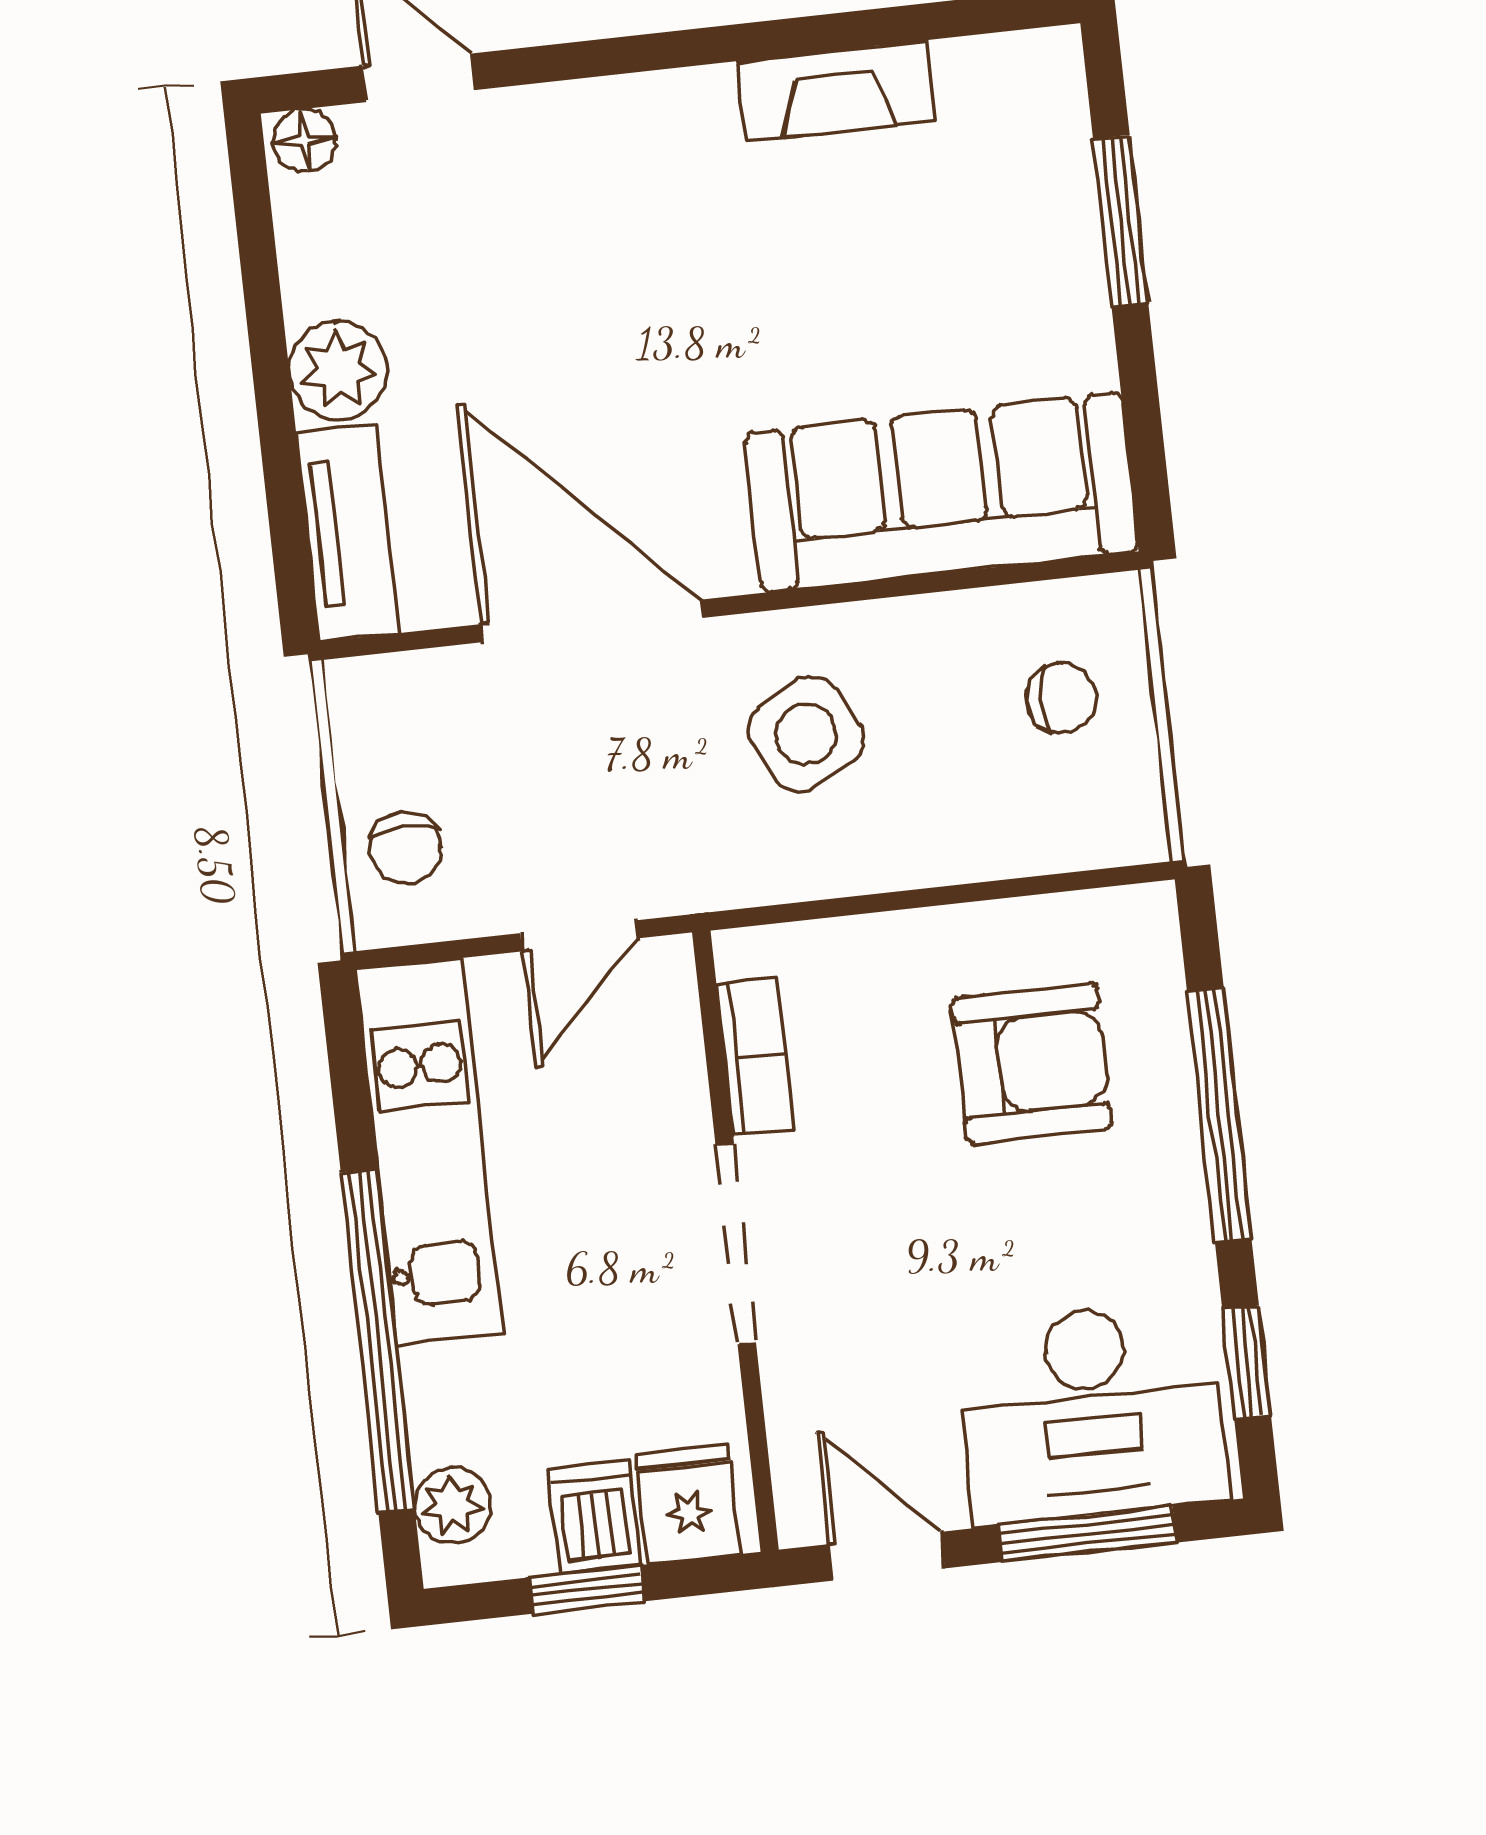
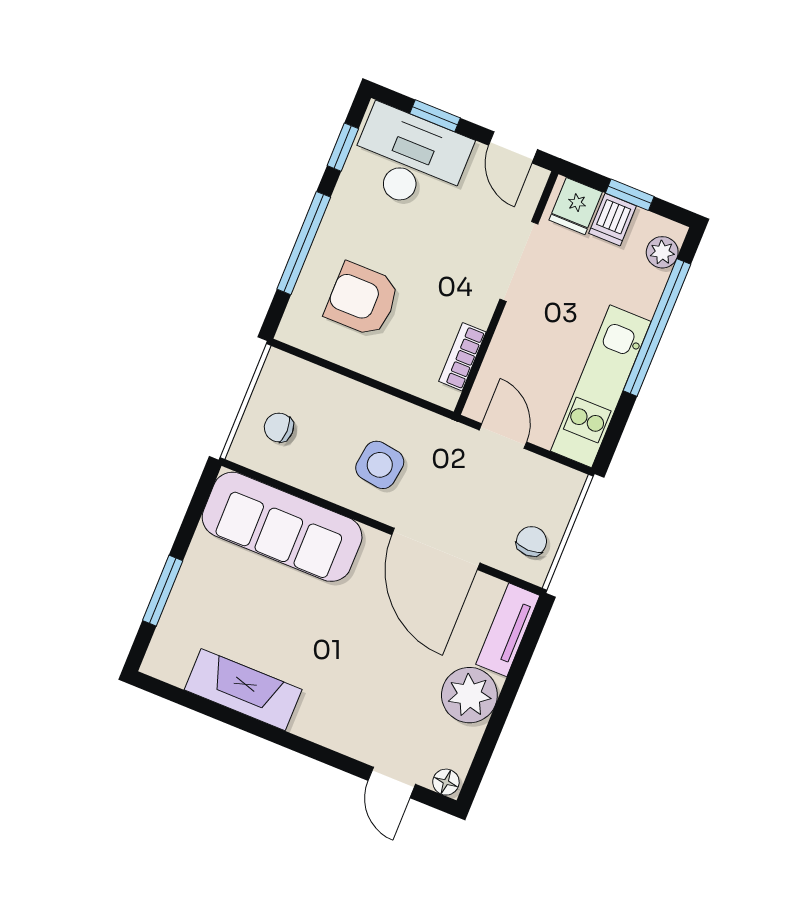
fireplace: (837, 91) -> (243, 690), width x1.37, depth x1.32
plant: (338, 370) -> (469, 695), width x1.36, depth x1.36
side table: (806, 734) -> (380, 465), turned 35
chair: (406, 848) -> (532, 541), moved
door: (579, 936) -> (503, 436), hinge flipped
doorway: (736, 1244) -> (519, 261), moved
window: (1088, 1534) -> (435, 116), width x0.67

